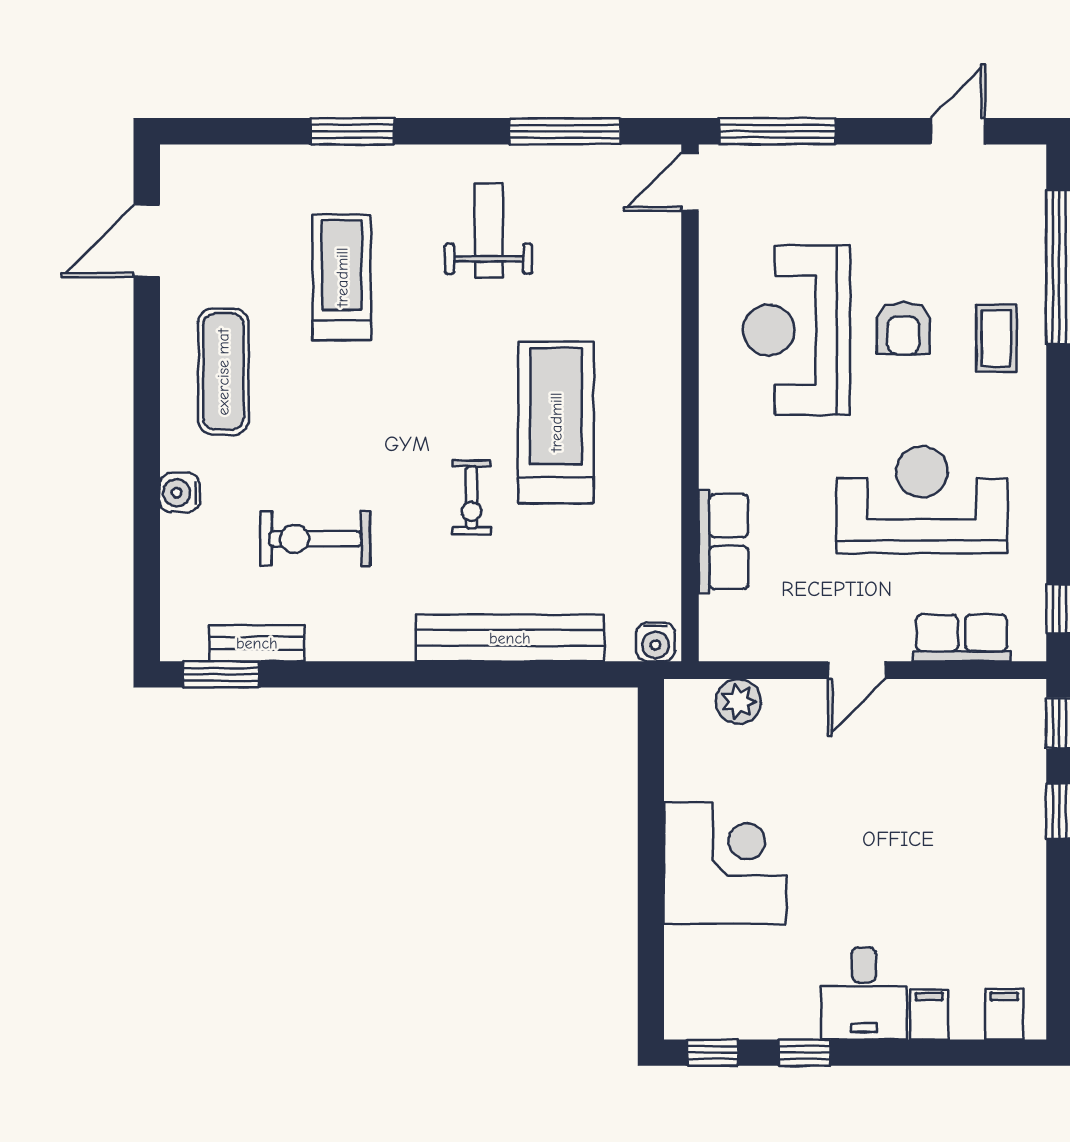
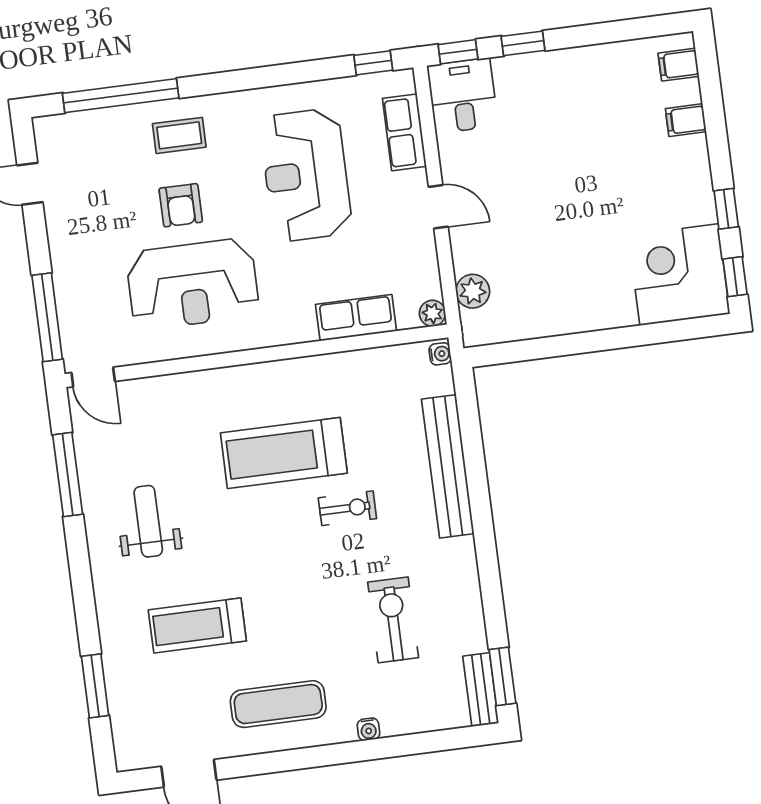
window: (352, 131) -> (95, 686), moved
weight bench: (489, 230) -> (148, 521), turned 90
armchair: (903, 328) -> (181, 205), turned 90
water cooler: (180, 493) -> (368, 729), width x0.72, depth x0.72
exercise bike: (315, 539) -> (393, 620), turned 180
water cooler: (655, 642) -> (440, 354), width x0.72, depth x0.72
bench: (257, 643) -> (481, 690), moved
plant: (716, 644) -> (432, 313), added
corner desk: (725, 863) -> (679, 275), moved
desk: (864, 993) -> (463, 96), moved, turned -90

